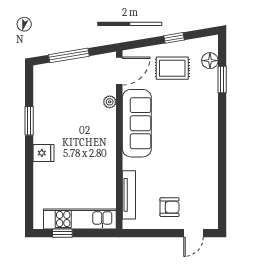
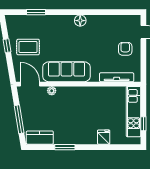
floor lamp: (210, 61) -> (80, 21), moved
rug: (172, 68) -> (28, 47), turned 90
kitchen counter: (43, 85) -> (40, 138), added
fridge: (43, 153) -> (104, 137), moved

